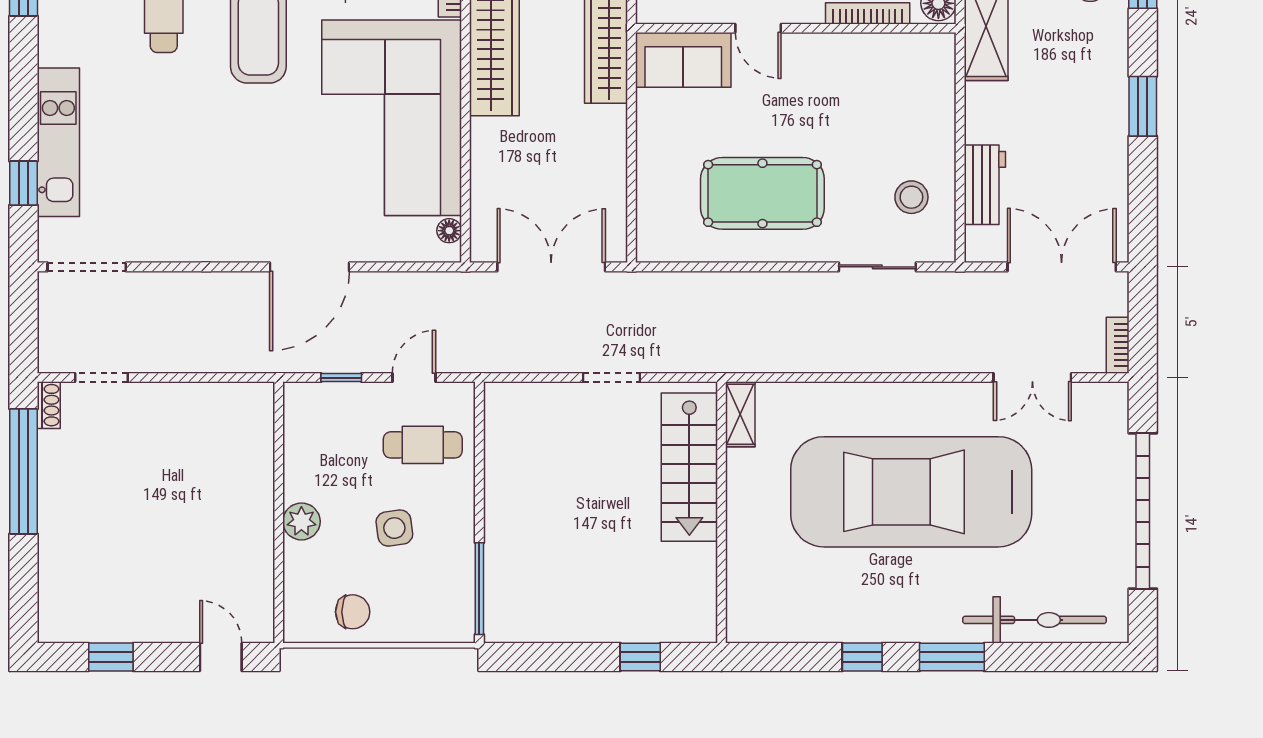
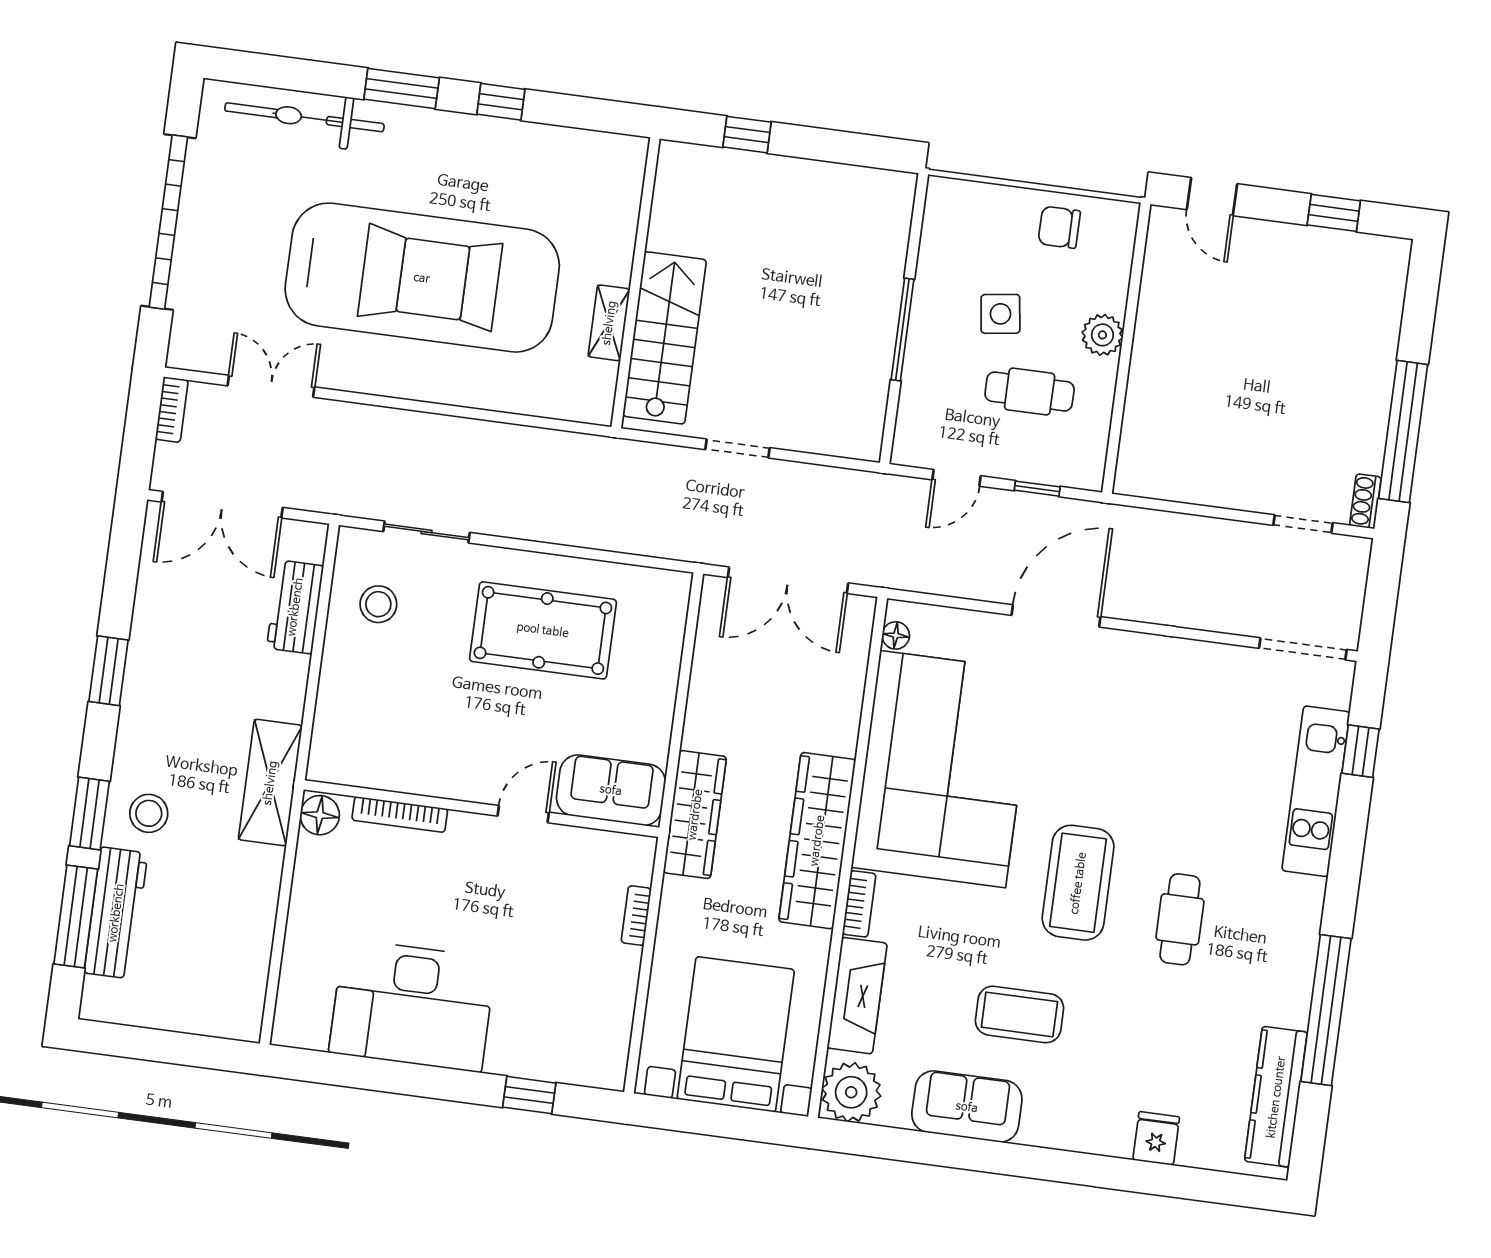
door: (758, 28) -> (523, 814), hinge flipped
shelving: (740, 414) -> (609, 323), moved
cafe table: (423, 445) -> (1030, 392), moved
window: (479, 589) -> (902, 330), moved

